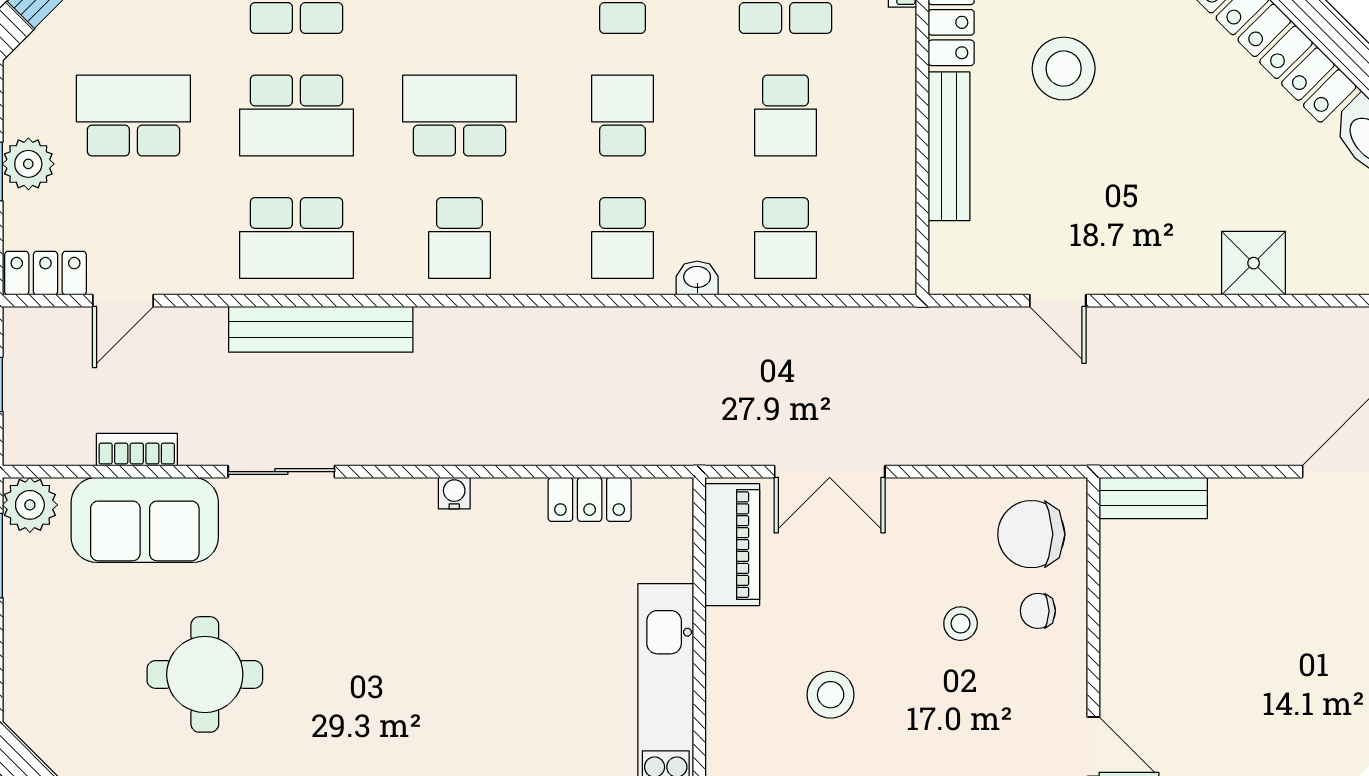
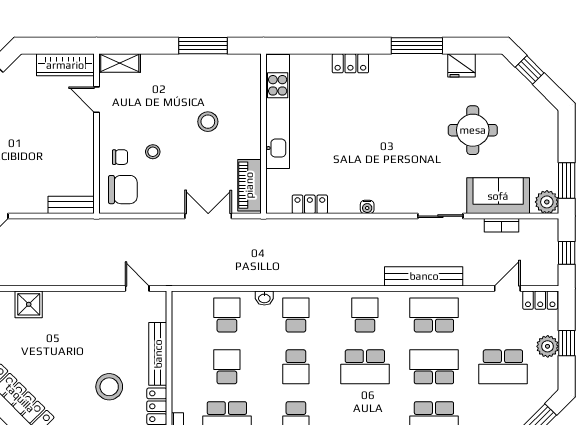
door: (1058, 301) -> (137, 288), moved

